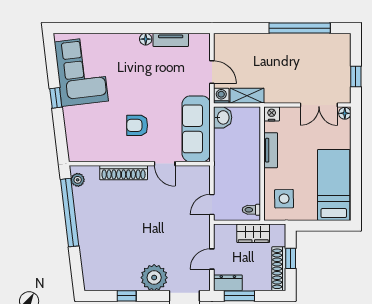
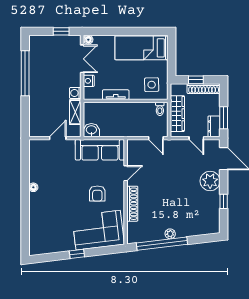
tv unit: (171, 40) -> (34, 169), removed
corner sofa: (81, 71) -> (98, 230), moved
washing machine: (221, 96) -> (75, 93), moved
nightstand: (272, 114) -> (89, 81), moved
plant: (78, 180) -> (170, 234), moved
wardrobe: (253, 233) -> (177, 114), width x1.50

